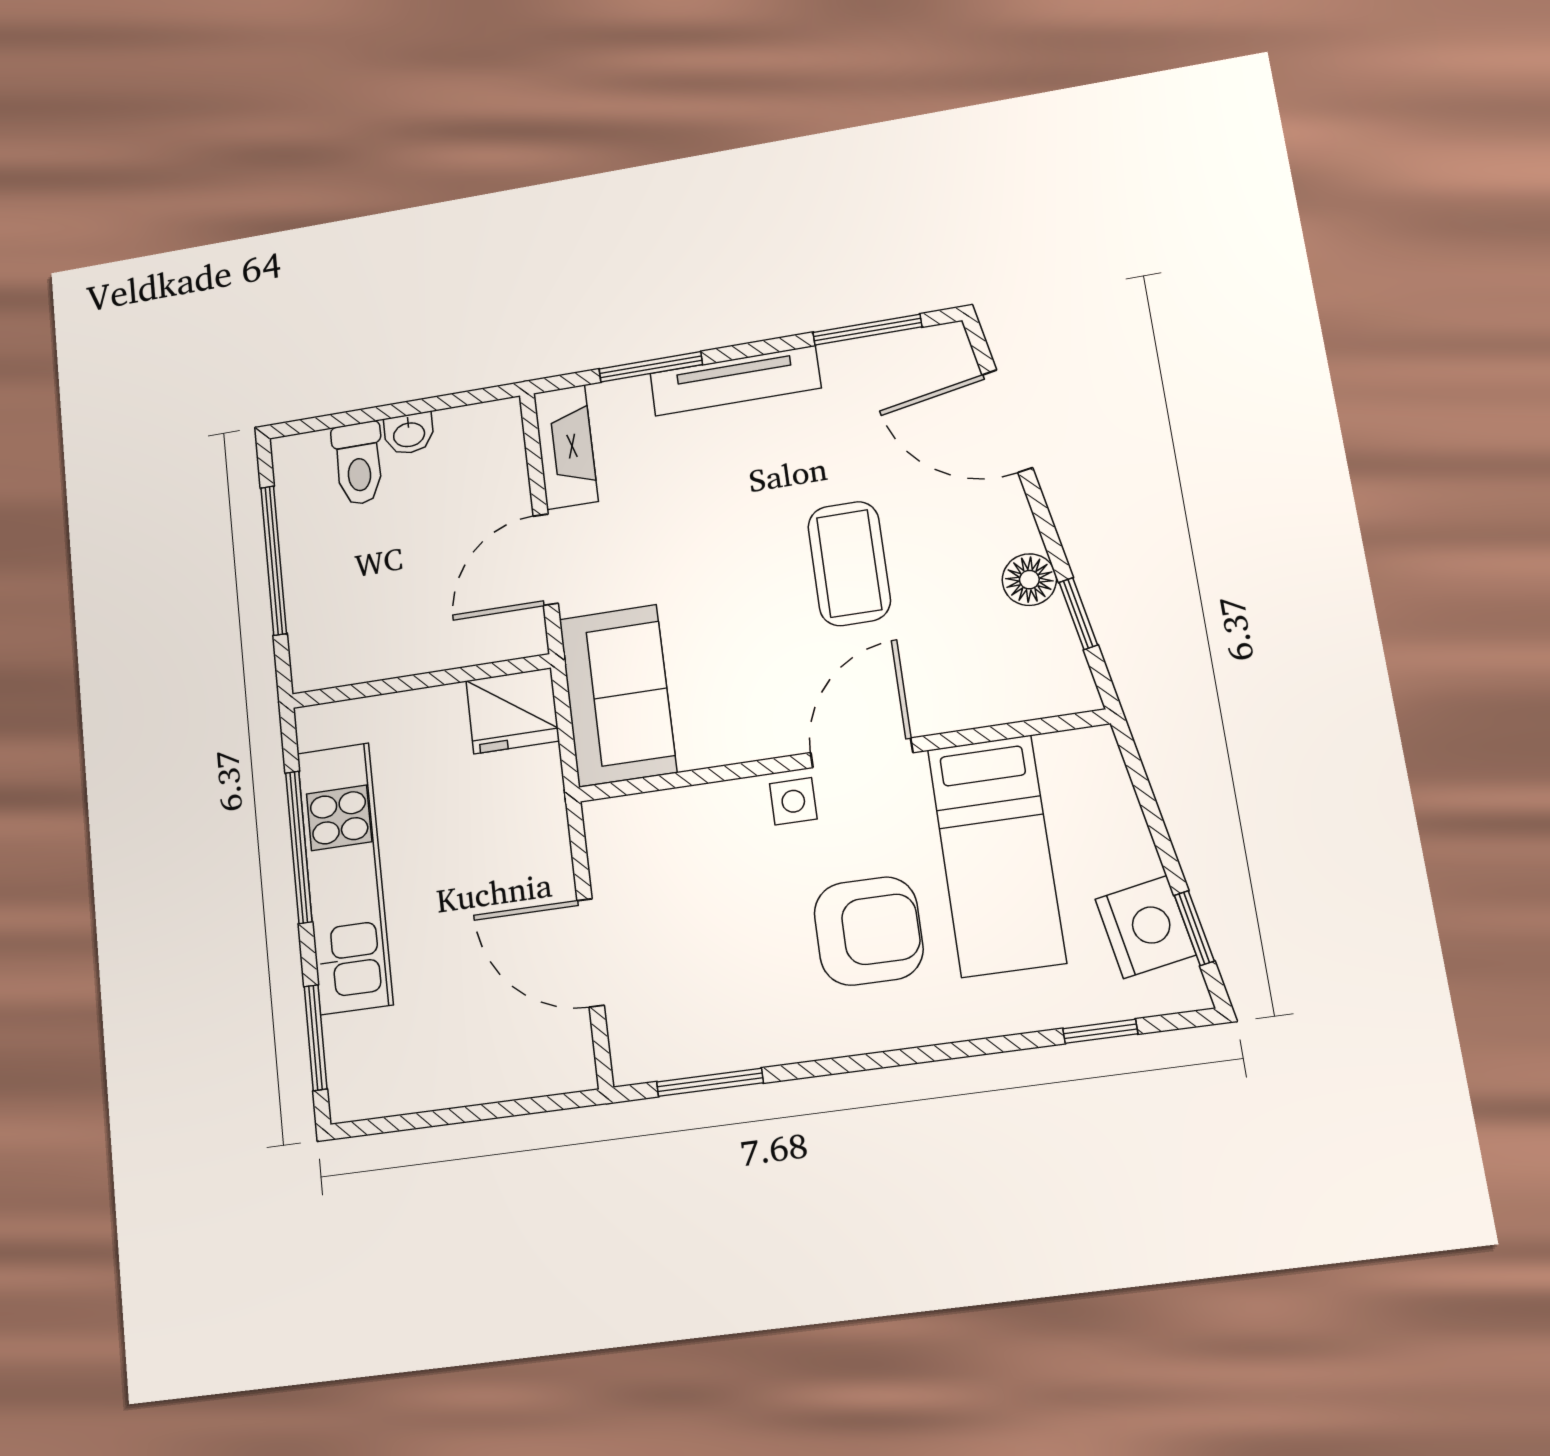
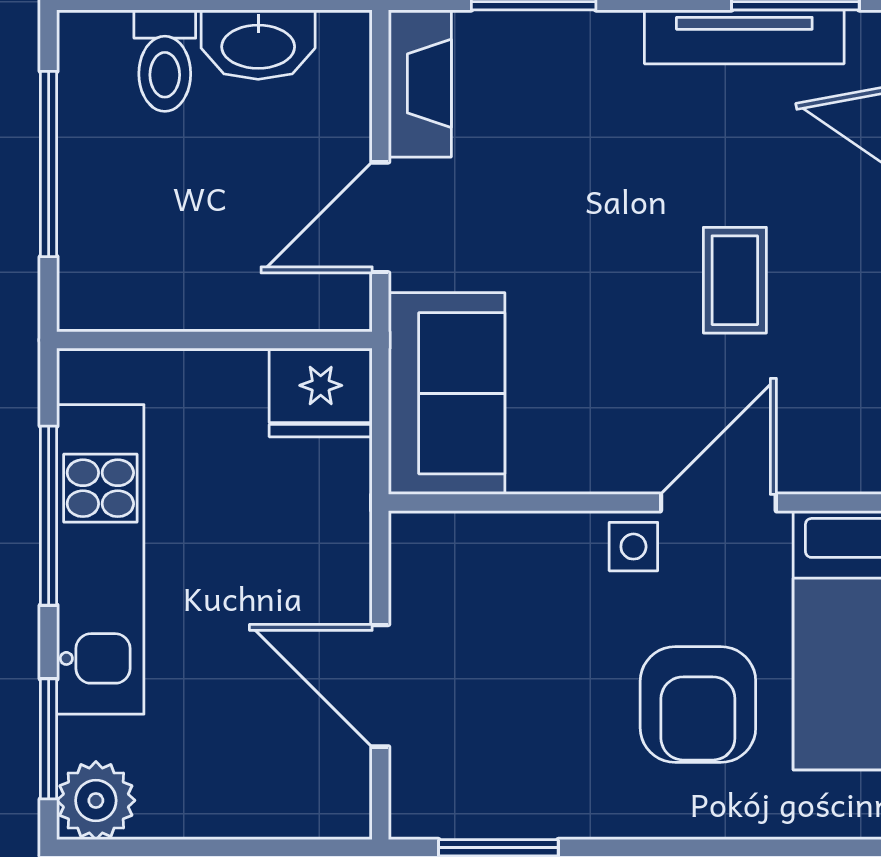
tv unit: (735, 381) -> (744, 37), moved
washbasin: (409, 434) -> (258, 45), width x1.91, depth x1.45
coffee table: (849, 563) -> (735, 280), width x0.73, depth x0.77
armchair: (869, 931) -> (698, 705), turned 90
plant: (360, 1086) -> (96, 800), added

